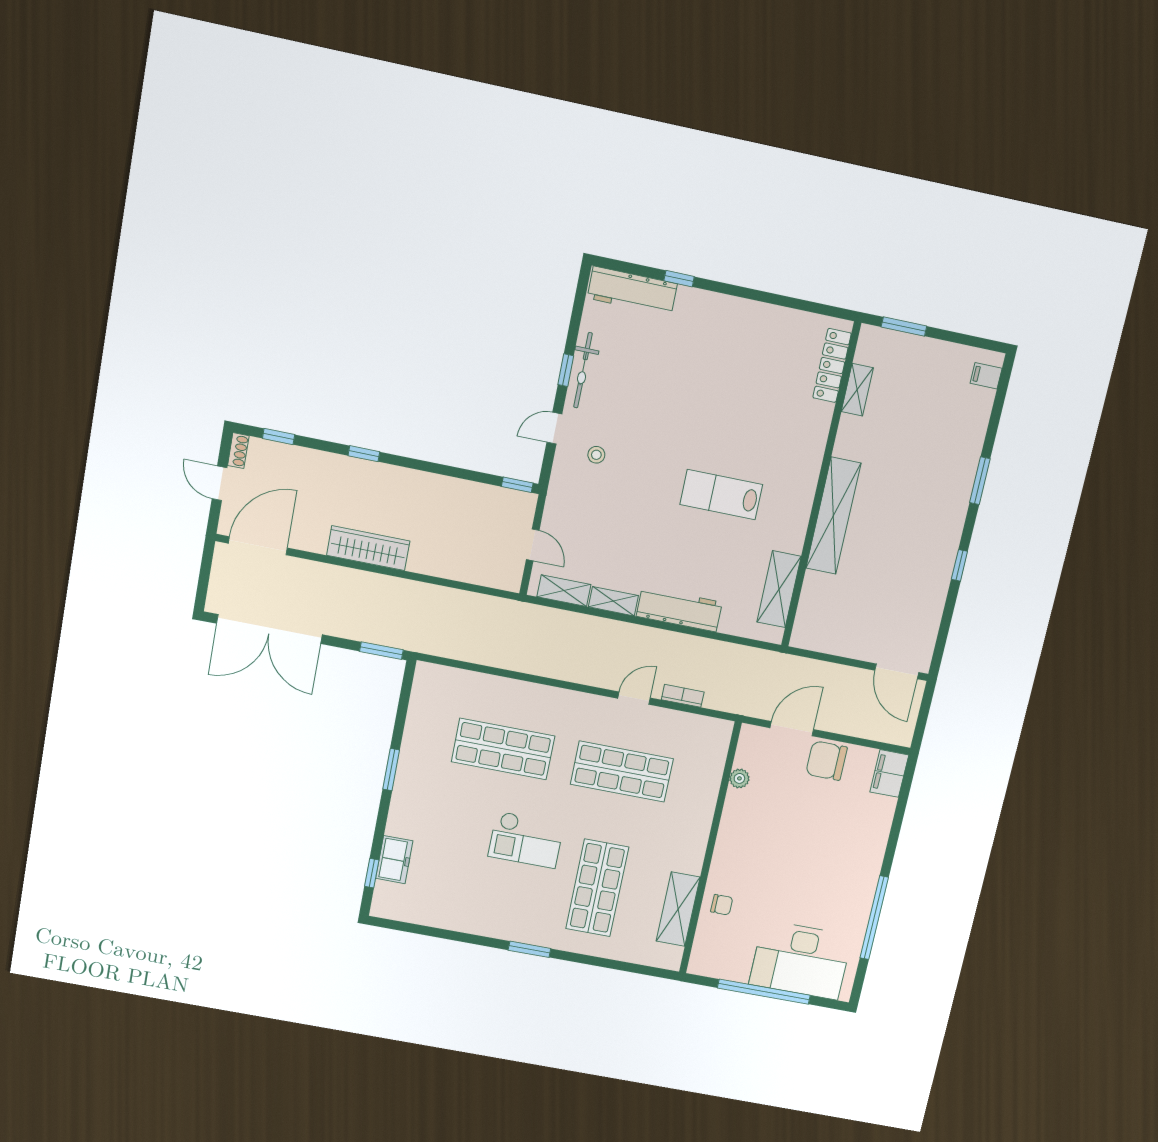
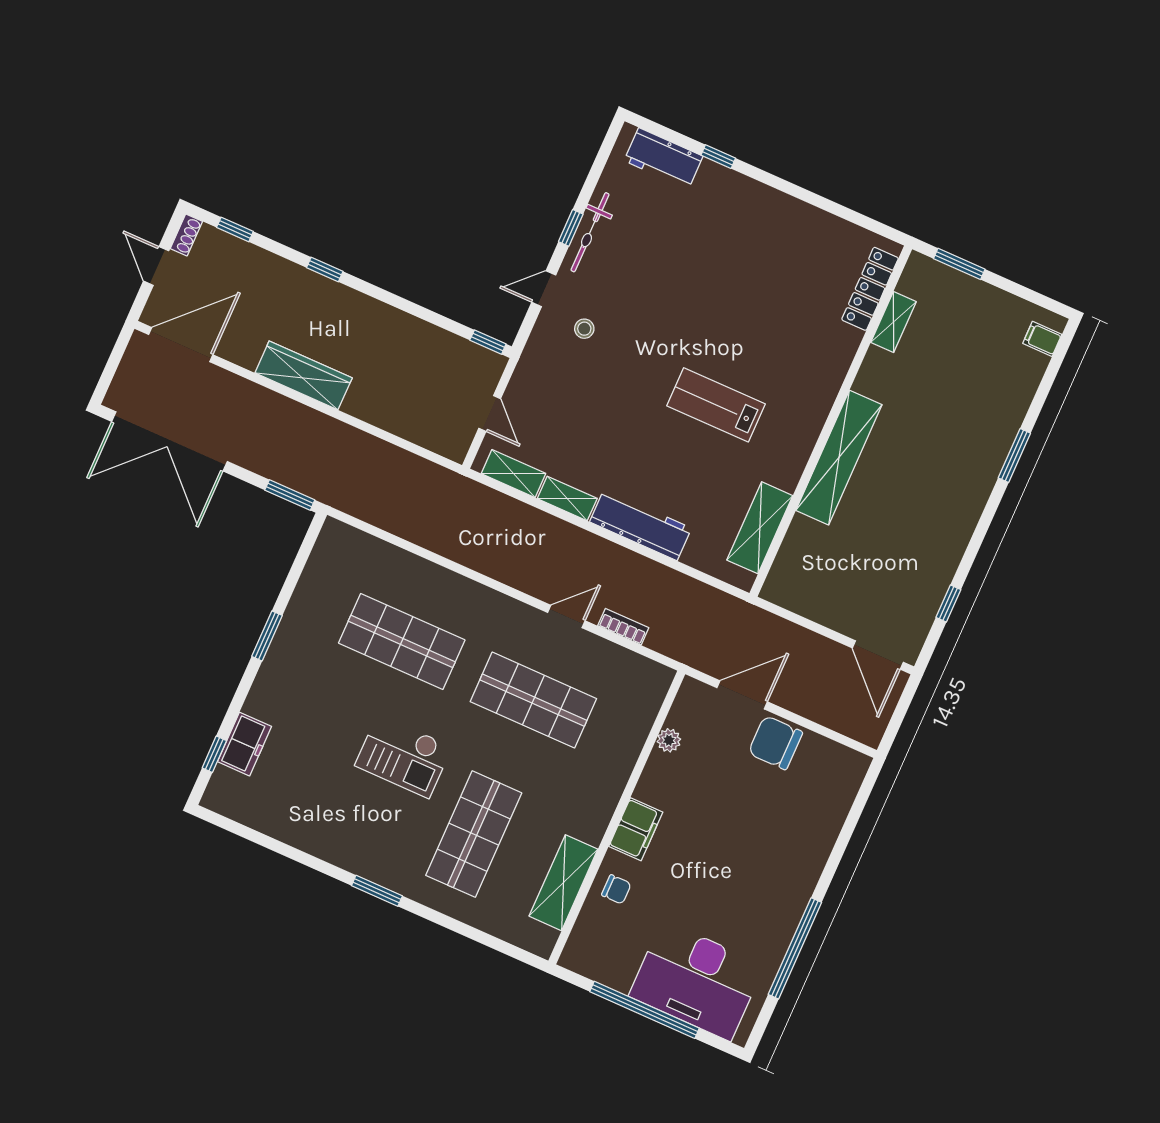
workbench: (632, 291) -> (664, 158), width x0.73
window: (959, 565) -> (948, 603), moved
filing cabinet: (889, 773) -> (636, 829), moved, turned 180

